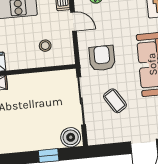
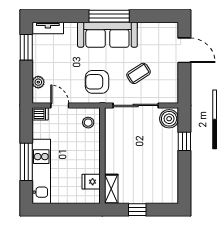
door: (74, 22) -> (60, 105), hinge flipped
stool: (45, 46) -> (88, 123), moved

